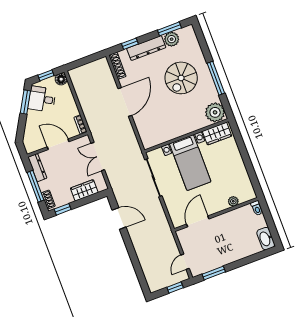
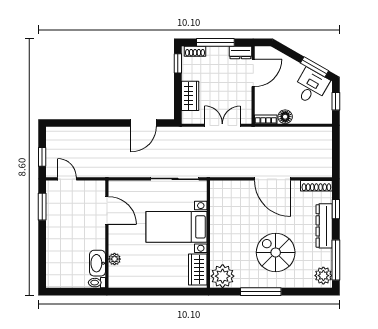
window: (169, 29) -> (336, 260), width x1.44
plant: (172, 39) -> (323, 276), moved
floor lamp: (61, 79) -> (285, 117), moved
door: (58, 144) -> (253, 73), moved
dresser: (37, 168) -> (240, 52), width x0.70
washbasin: (266, 239) -> (97, 263), moved, turned -90

